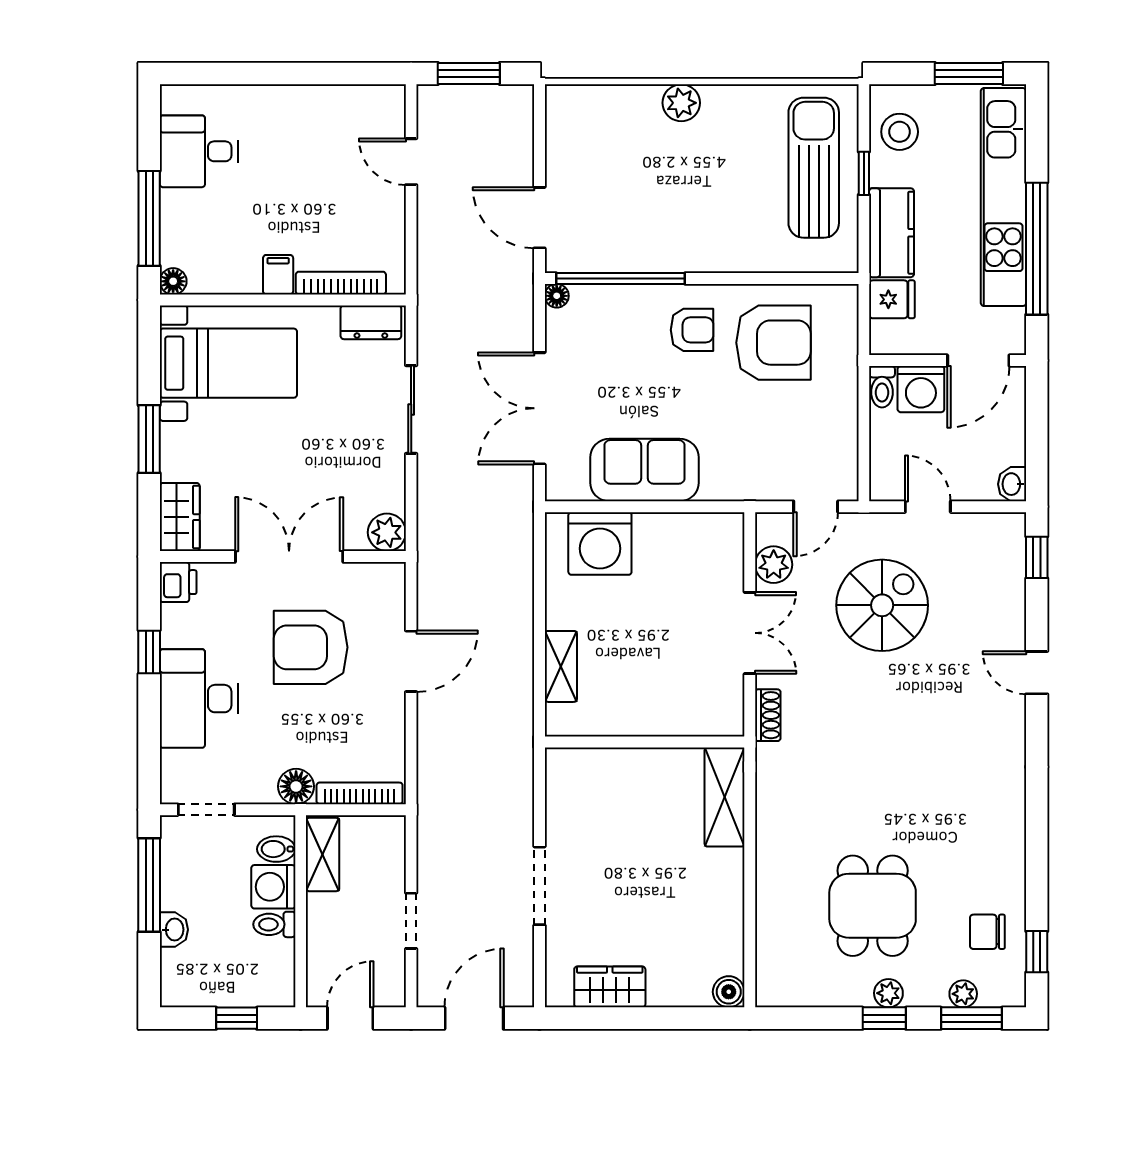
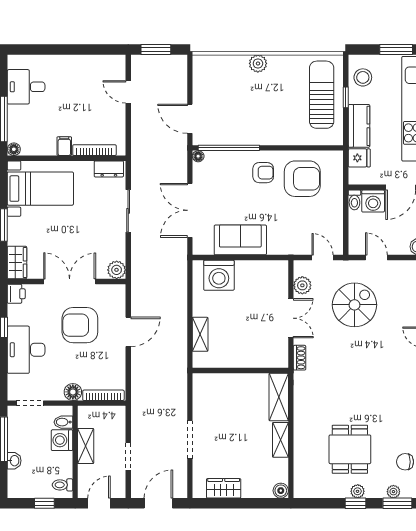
door: (816, 507) -> (323, 258), swing flipped
shelving: (323, 854) -> (86, 446), moved
shelving: (728, 886) -> (280, 440), added
toilet: (274, 924) -> (62, 485), moved

